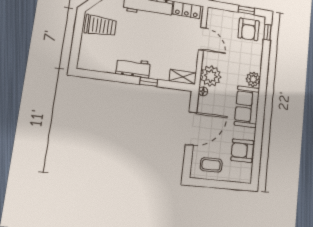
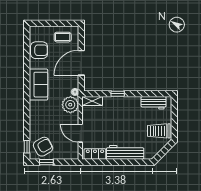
armchair: (249, 29) -> (43, 147), turned 60
workbench: (133, 68) -> (154, 103), moved
plant: (253, 79) -> (35, 107), removed

